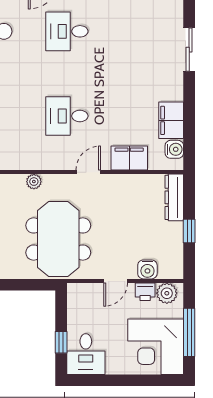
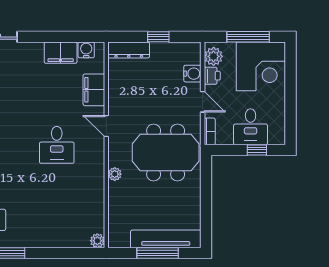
bookcase: (82, 289) -> (210, 131), added
desk: (86, 354) -> (251, 127), moved, turned 90

